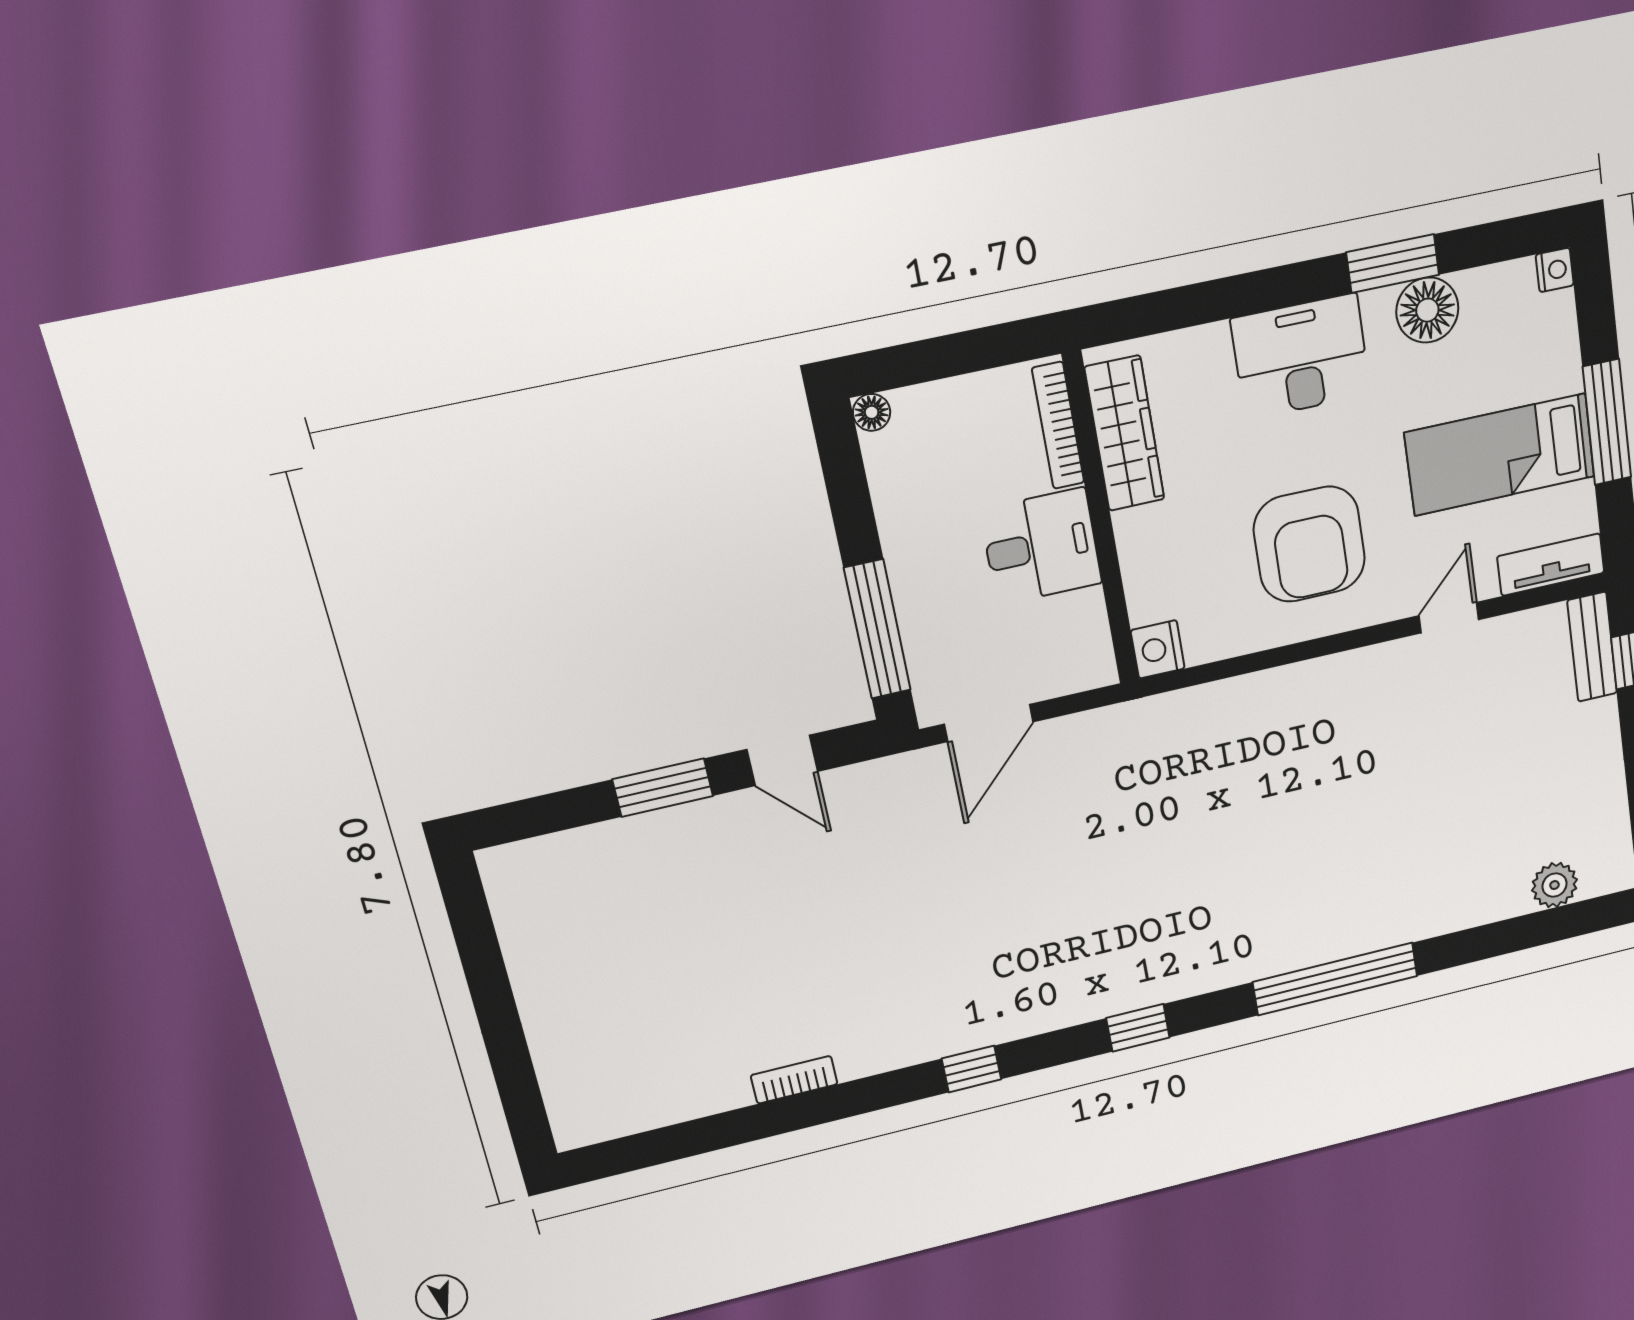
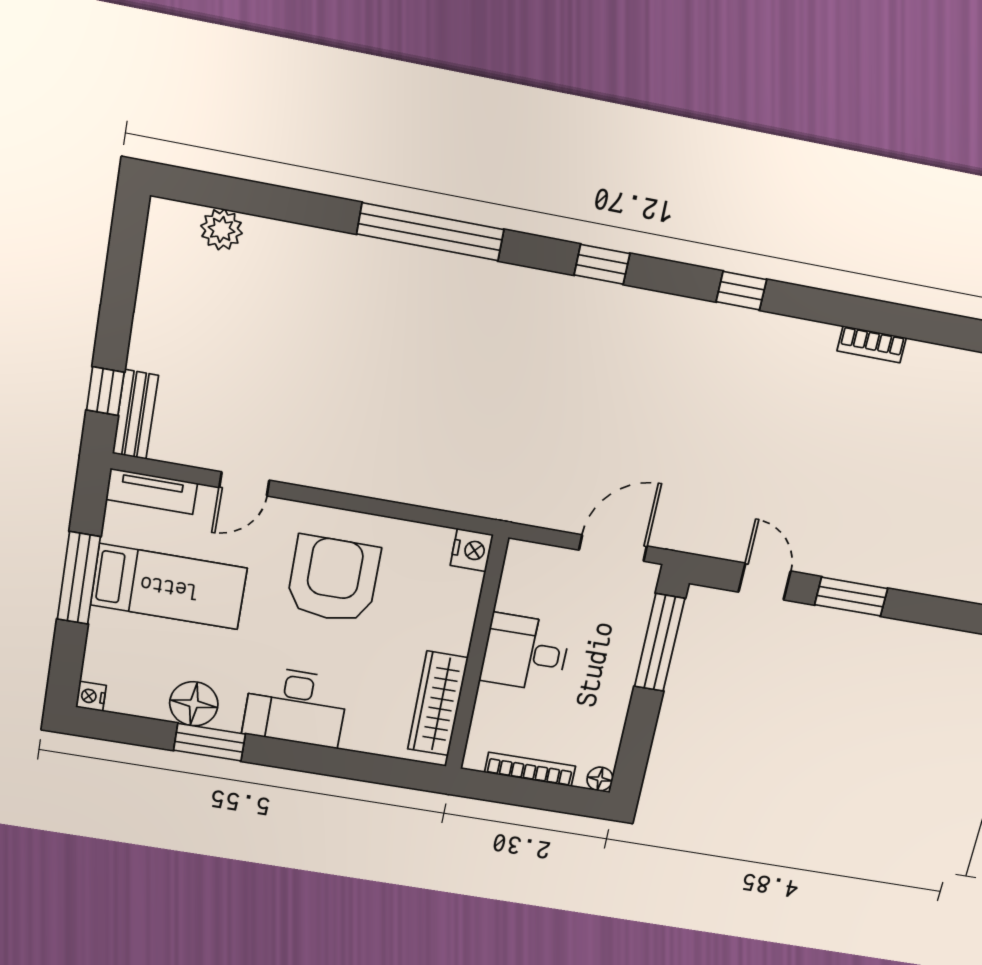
bookcase: (1058, 425) -> (530, 769), moved, turned -90

